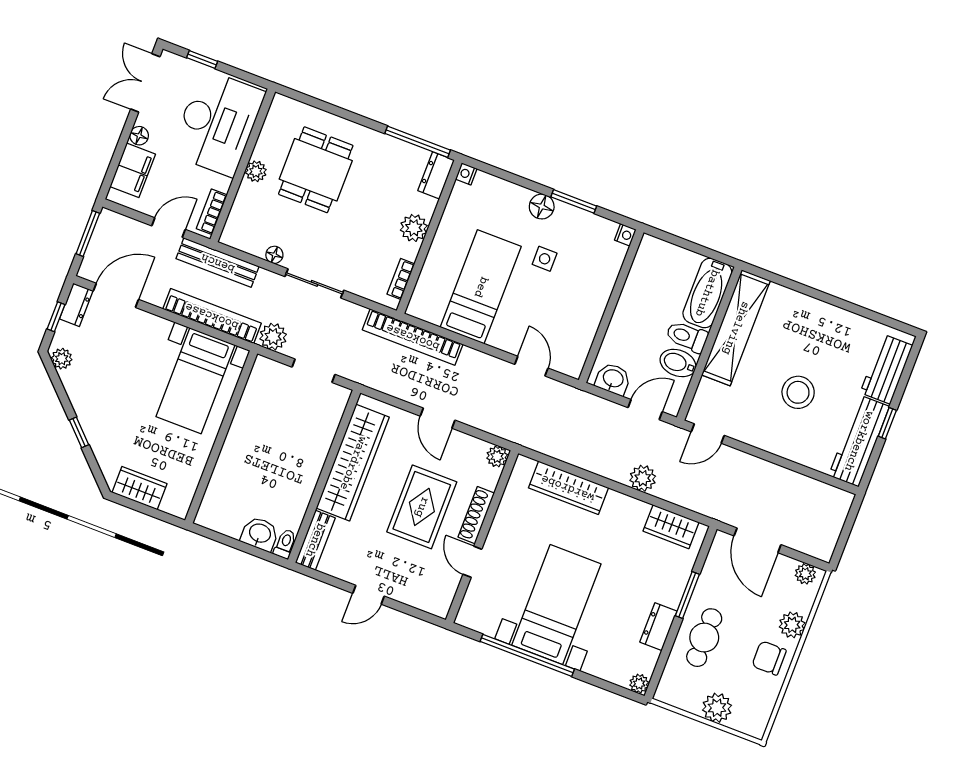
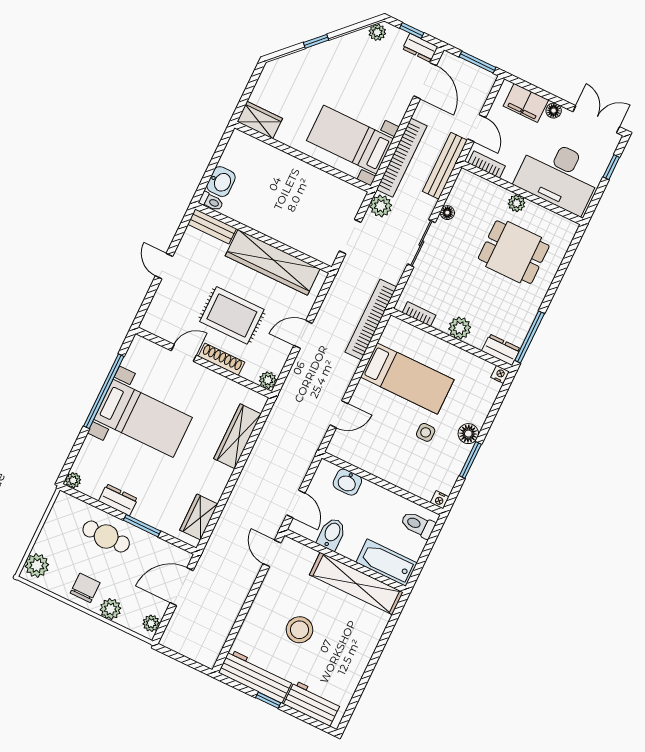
toilet: (687, 337) -> (418, 525), moved, turned -90
washbasin: (613, 379) -> (347, 482), moved, turned 90
plant: (643, 478) -> (240, 497), removed
wardrobe: (139, 488) -> (260, 120), moved, turned -90
plant: (717, 708) -> (37, 565), moved

